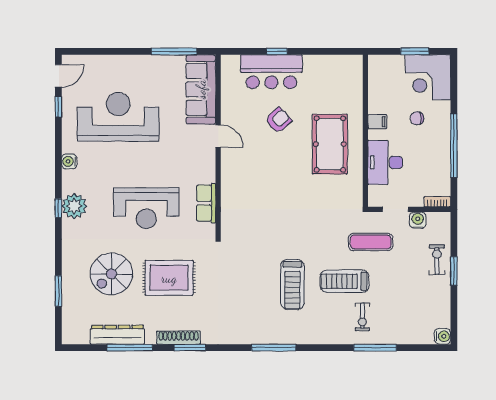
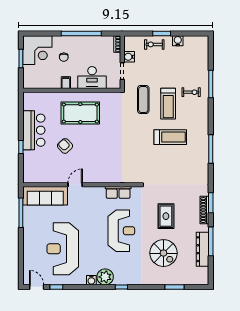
bar counter: (271, 72) -> (34, 130), moved
plant: (74, 206) -> (105, 277), moved
exercise mat: (371, 242) -> (143, 100), moved
rug: (169, 278) -> (166, 216), width x0.73, depth x0.70
water cooler: (443, 336) -> (178, 41), moved

